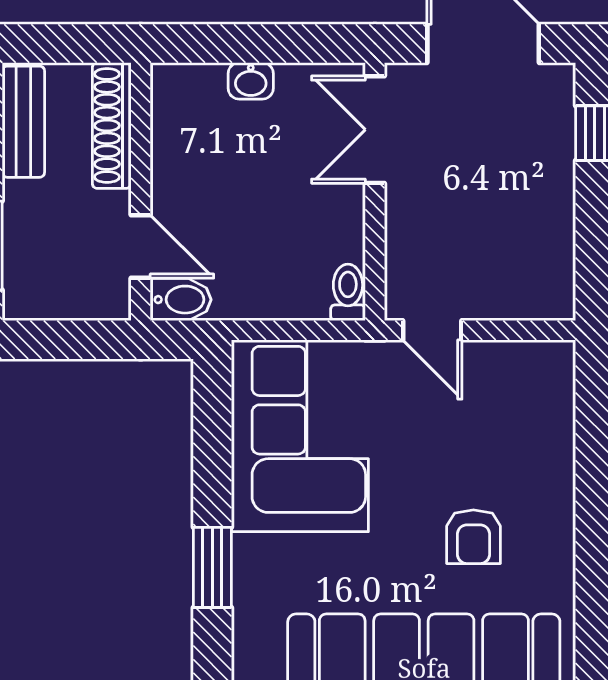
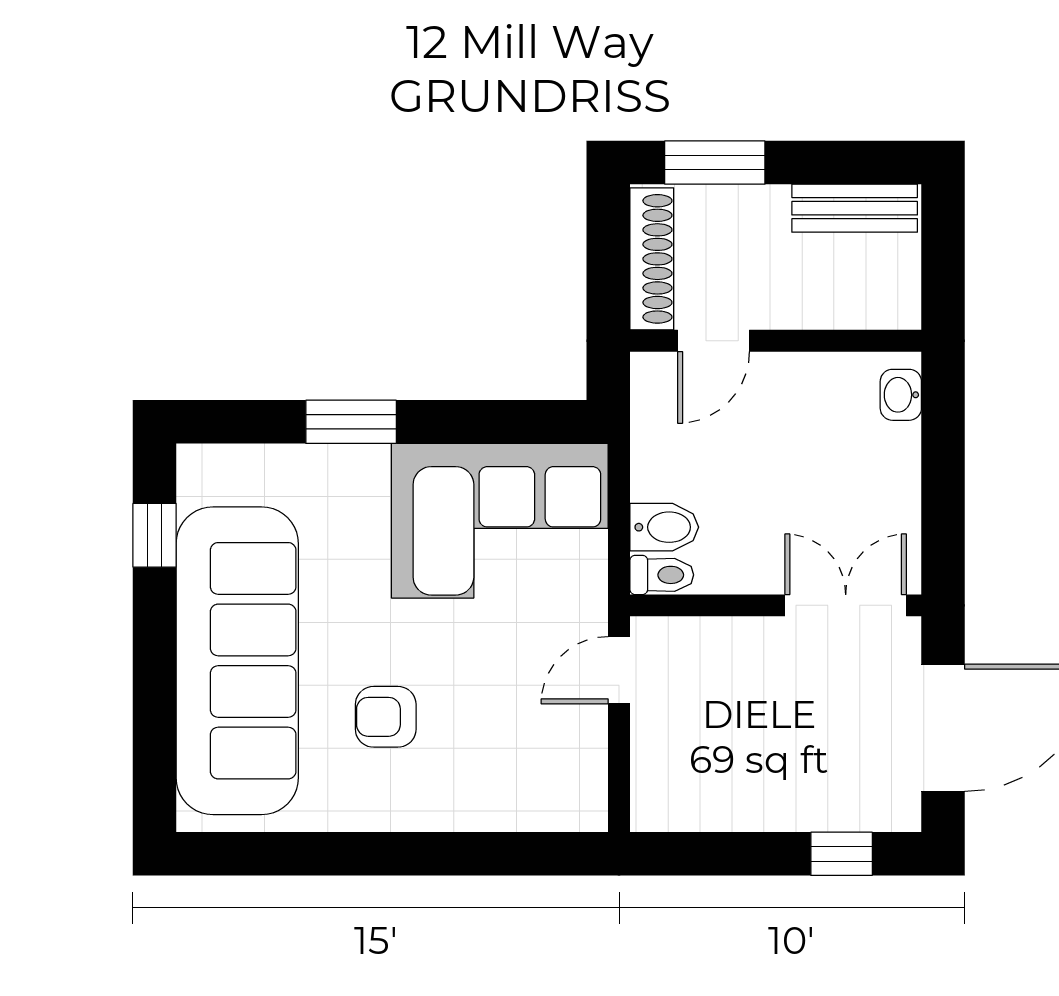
washbasin: (251, 81) -> (901, 395), moved
shoe rack: (112, 125) -> (652, 259), moved, turned 90
bidet: (181, 300) -> (664, 527), moved, turned -90

